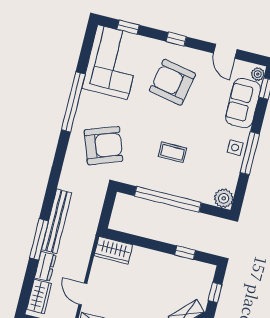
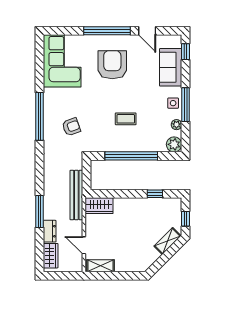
window: (128, 27) -> (68, 31), removed
window: (176, 39) -> (107, 31), width x3.17
plant: (258, 74) -> (176, 125), moved
armchair: (172, 82) -> (112, 65), turned 79
window: (73, 102) -> (40, 116), moved
armchair: (103, 146) -> (71, 127), width x0.53, depth x0.53
bench: (57, 221) -> (76, 195), moved

